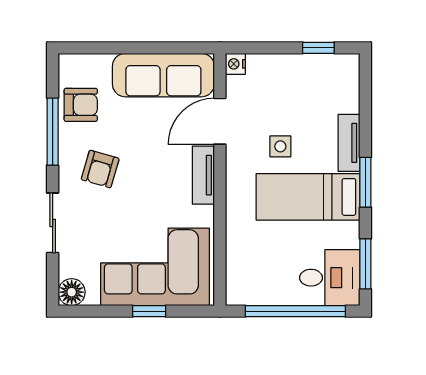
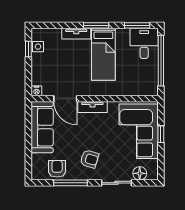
side table: (280, 146) -> (38, 47), moved
floor lamp: (72, 292) -> (140, 173), moved

